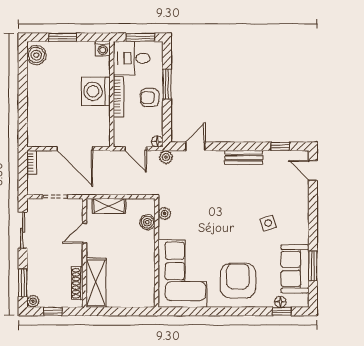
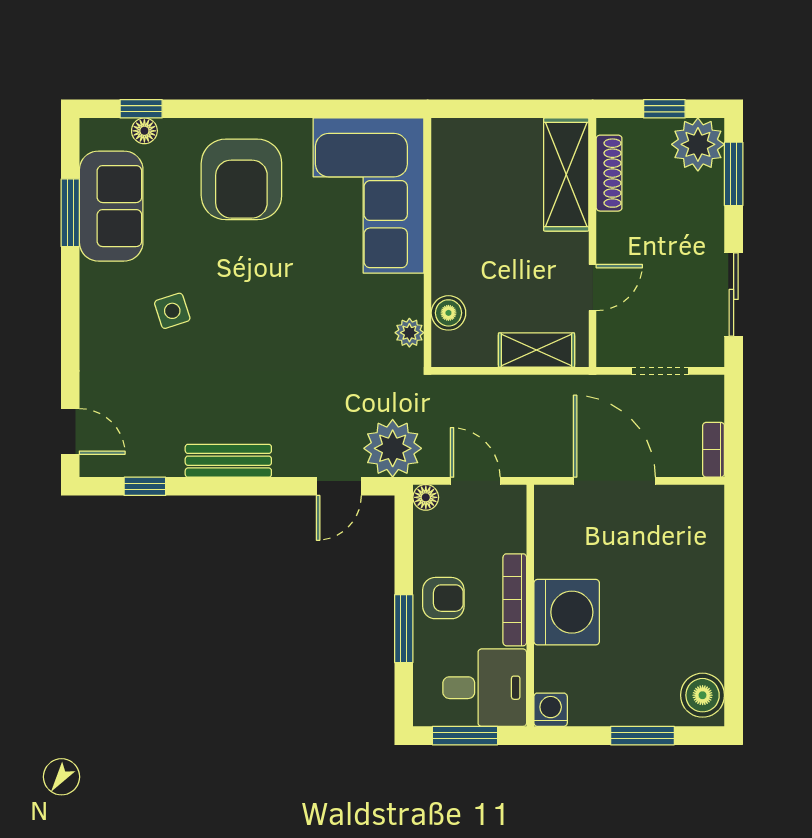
plant: (166, 157) -> (393, 448), width x1.87, depth x1.87
plant: (33, 301) -> (698, 144), width x1.88, depth x1.88

